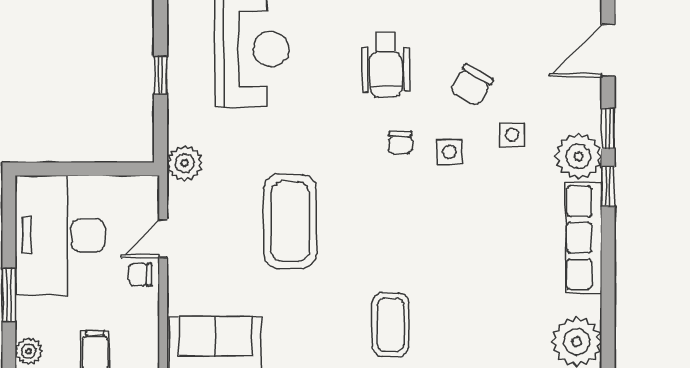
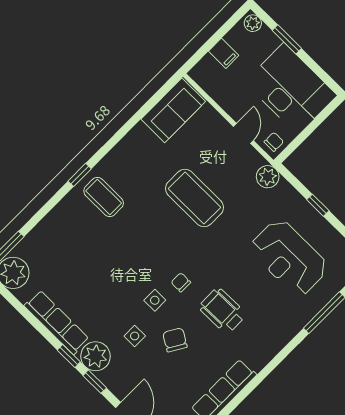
chair: (140, 274) -> (274, 142), moved

